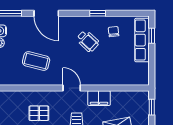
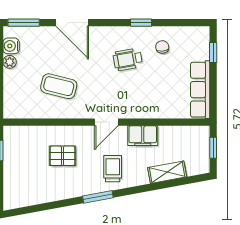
row of seats: (142, 40) -> (200, 90), moved
wheelchair: (88, 41) -> (128, 59), turned 127
door: (72, 88) -> (106, 122), swing flipped

